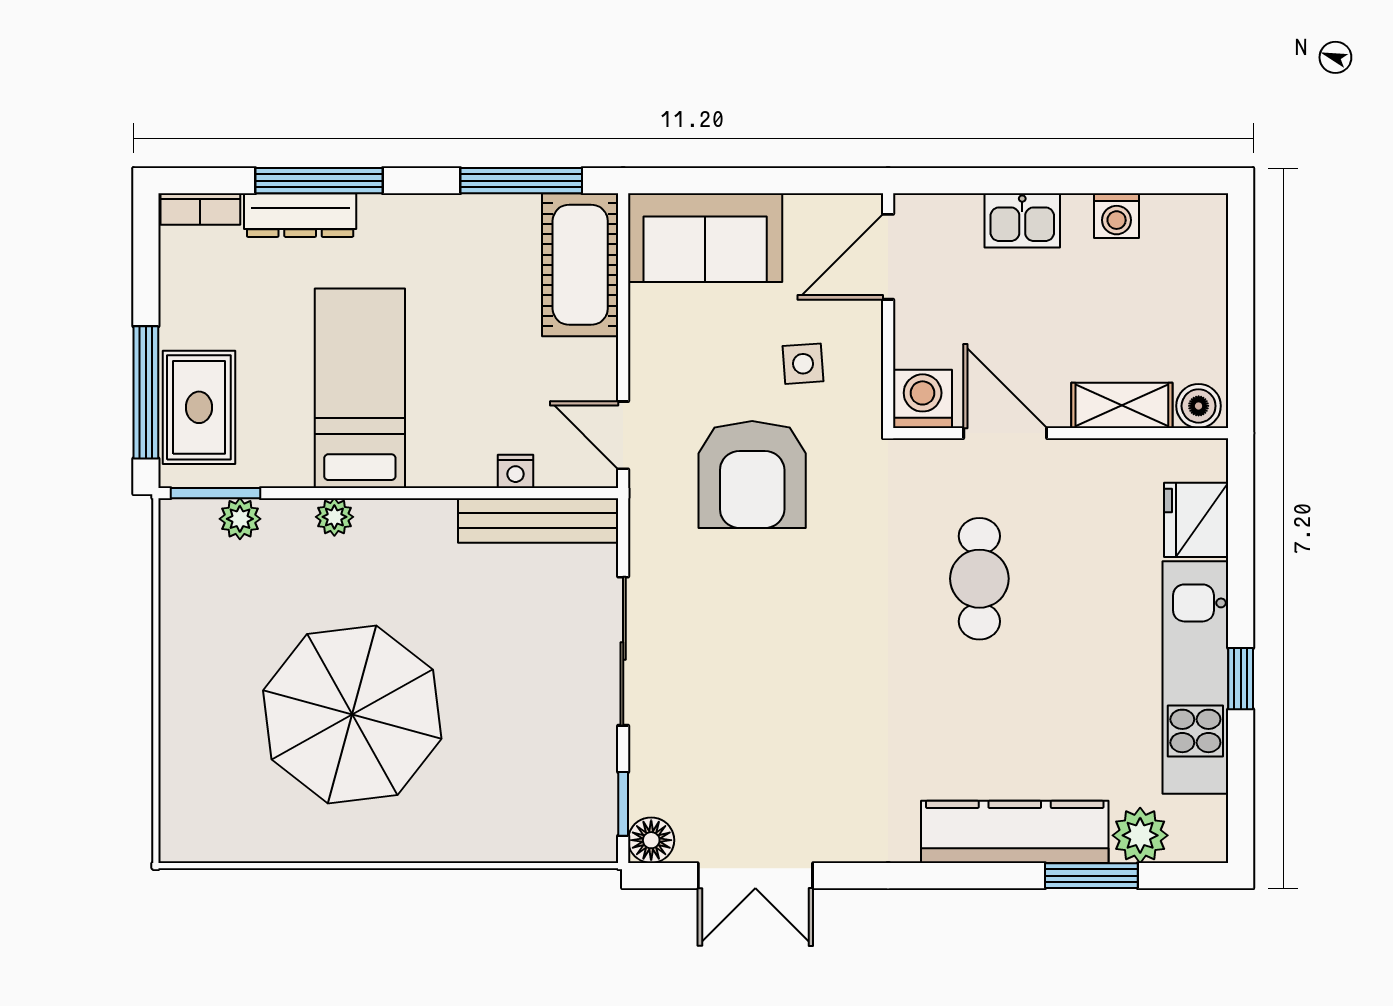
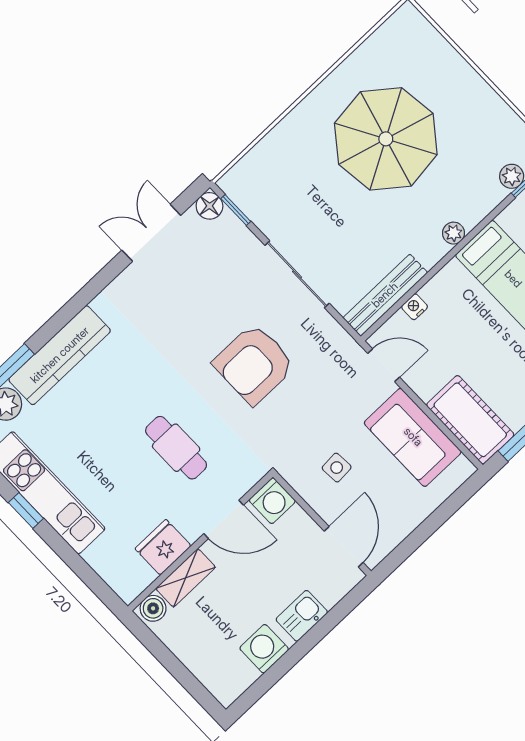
washing machine: (1117, 216) -> (264, 649), width x1.38, depth x1.38
sofa: (705, 238) -> (413, 437), moved, turned -90
armchair: (752, 475) -> (254, 364), moved, turned -90
plant: (334, 517) -> (454, 233), moved
fridge: (1196, 520) -> (163, 547), moved, turned -90

